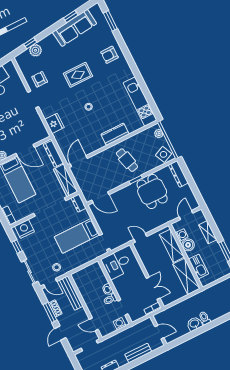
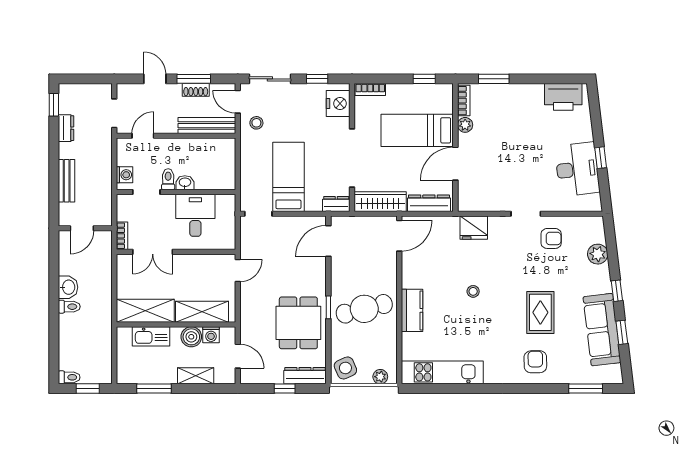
window: (30, 43) -> (617, 291), moved
rug: (78, 75) -> (540, 312), moved
cafe table: (127, 160) -> (364, 309), width x1.37, depth x1.35
door: (79, 161) -> (399, 236), hinge flipped
window: (191, 181) -> (285, 388), added
dining table: (152, 192) -> (298, 323), turned 90
desk: (117, 264) -> (195, 215), moved
door: (50, 283) -> (238, 102), hinge flipped

